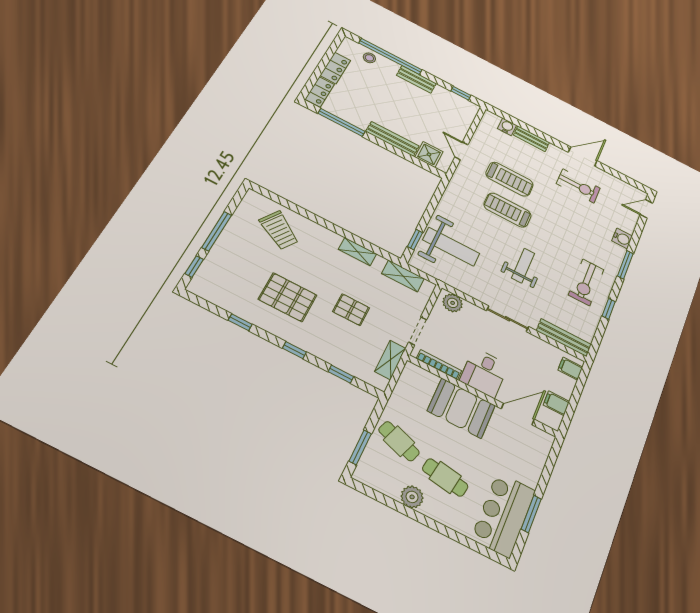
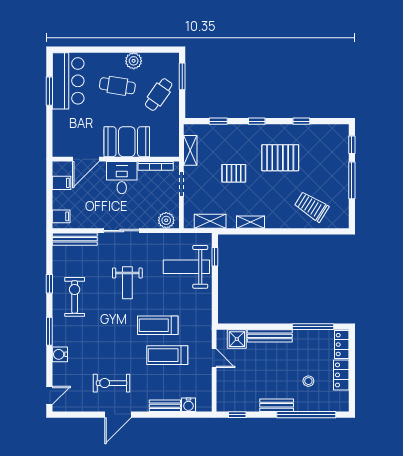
stool: (369, 58) -> (308, 381), moved
treadmill: (507, 210) -> (158, 325), turned 180
cafe table: (399, 441) -> (159, 95), turned -74

